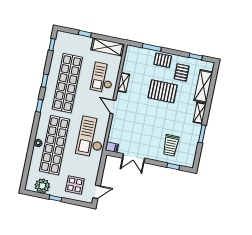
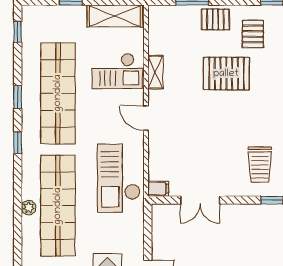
checkout: (103, 78) -> (117, 71), turned -90

